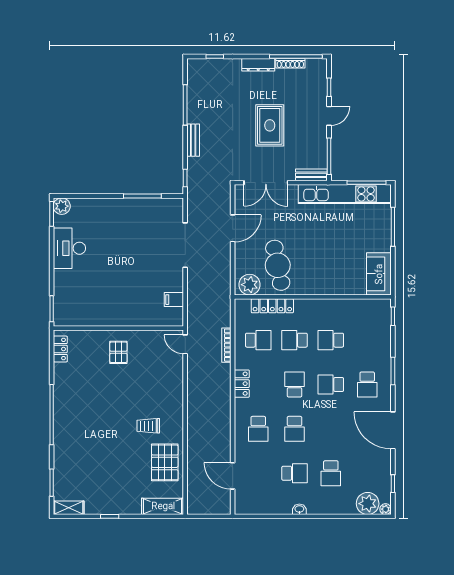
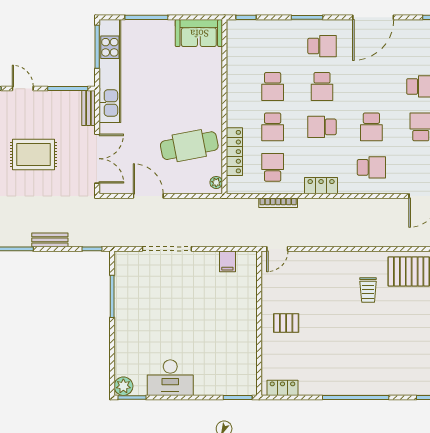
plant: (250, 285) -> (216, 182), width x0.53, depth x0.53
school desk: (295, 429) -> (371, 127), turned 90

